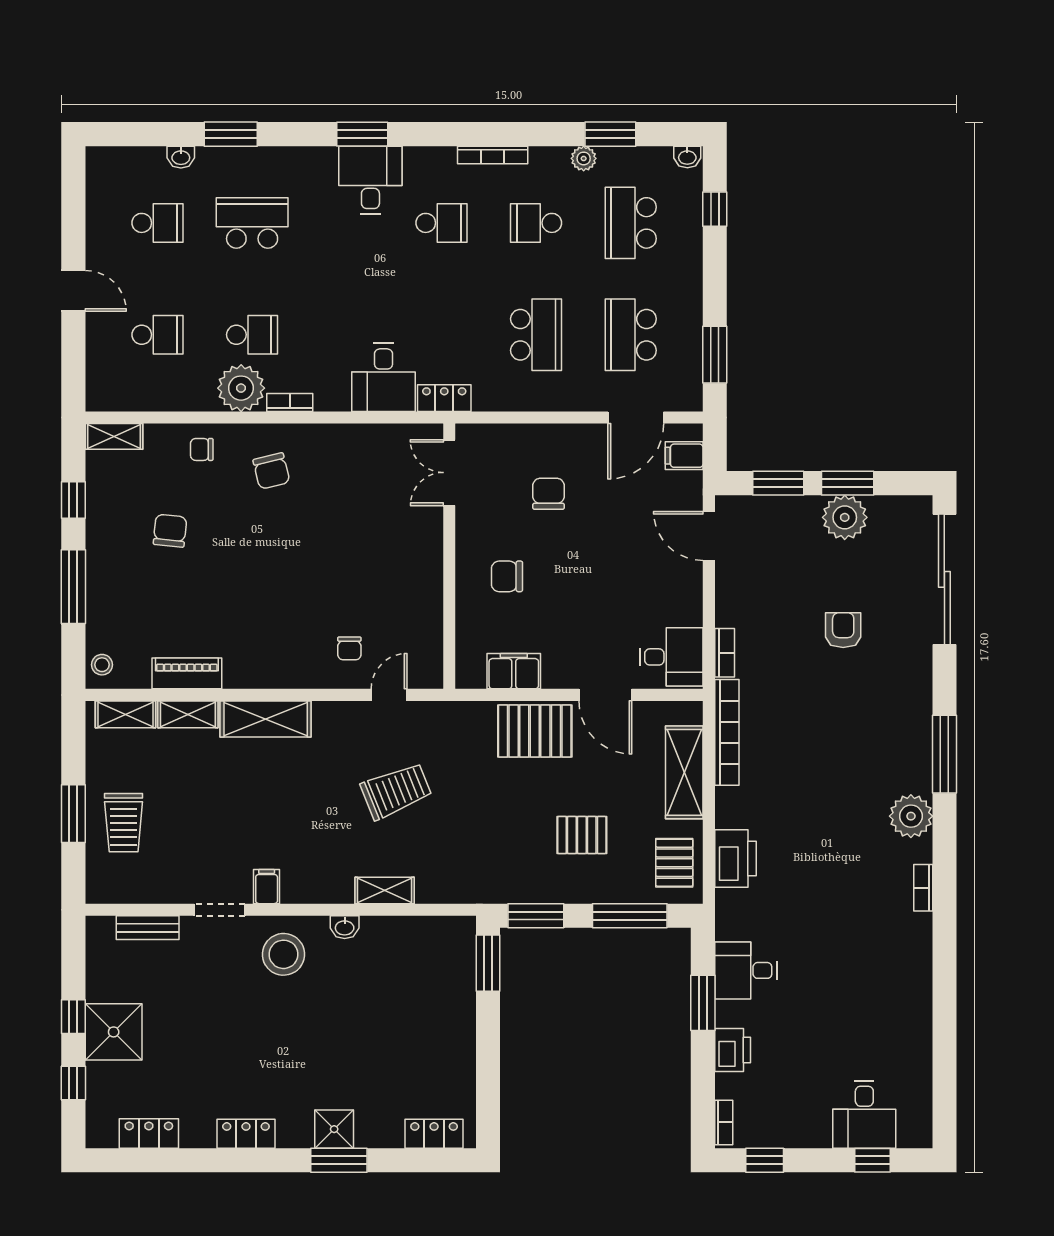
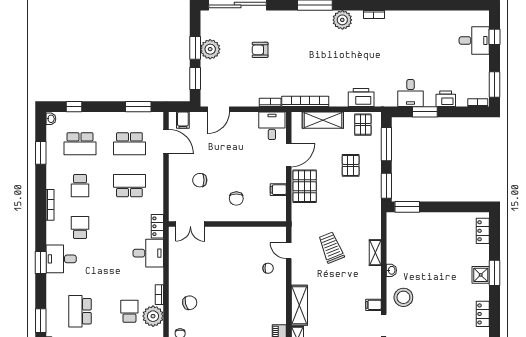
plant: (584, 158) -> (51, 165), removed
filing cabinet: (514, 671) -> (278, 190), width x0.50
pallet: (674, 863) -> (363, 125), turned 90
window: (765, 1160) -> (494, 85), width x1.50

